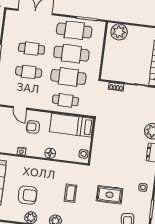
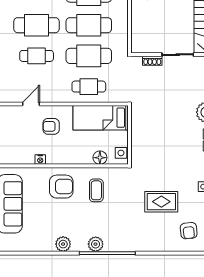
cafe table: (32, 49) -> (37, 25), width x1.37, depth x1.35
door: (20, 108) -> (31, 104), swing flipped
floor lamp: (50, 153) -> (100, 158), moved
coffee table: (71, 193) -> (96, 190), moved
armchair: (28, 195) -> (61, 187), moved

